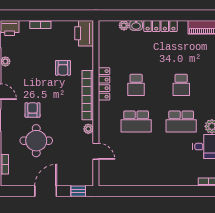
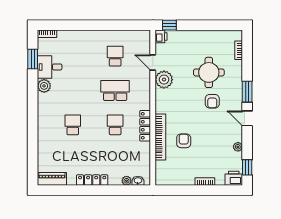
washbasin: (136, 25) -> (138, 181), moved
printer: (84, 33) -> (161, 36), moved, width x0.53, depth x0.68
bookcase: (88, 95) -> (160, 137), moved
school desk: (181, 121) -> (115, 56), moved, width x0.54
plant: (88, 129) -> (164, 80), width x1.88, depth x1.88
door: (46, 191) -> (200, 25), removed

